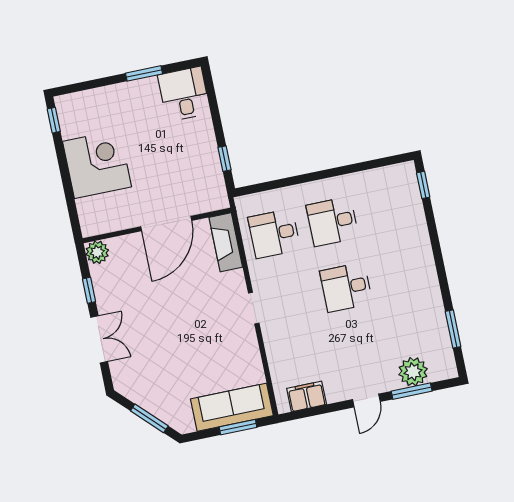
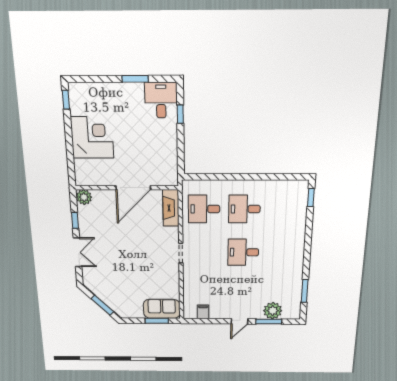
window: (224, 159) -> (180, 114), moved
filing cabinet: (307, 396) -> (203, 312), width x0.50
sofa: (232, 407) -> (162, 309), width x0.73

